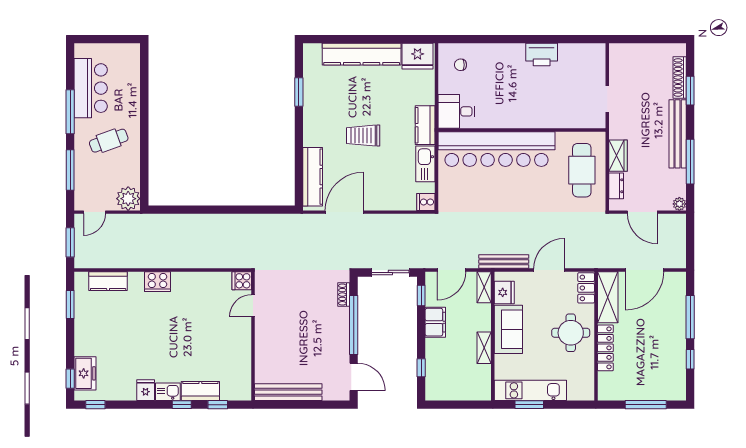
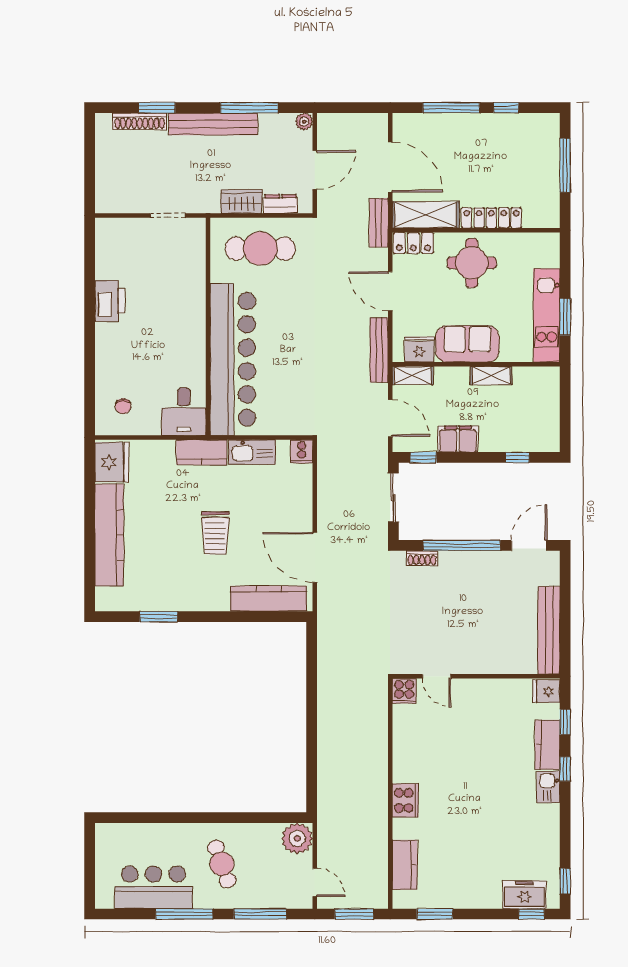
bench: (602, 261) -> (379, 223), added
fridge: (146, 390) -> (546, 691), moved

